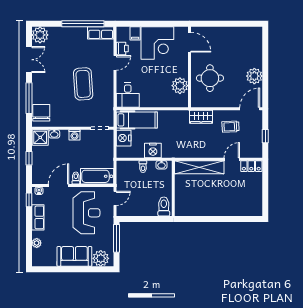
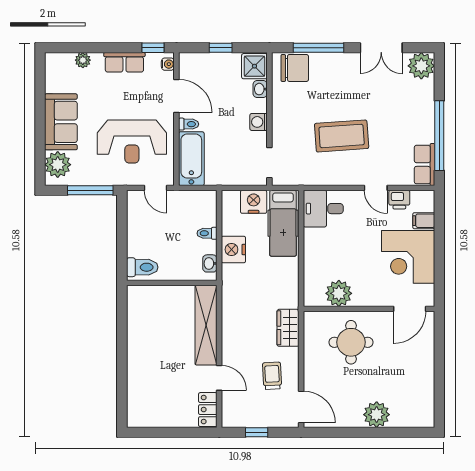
plant: (254, 76) -> (377, 415), moved

